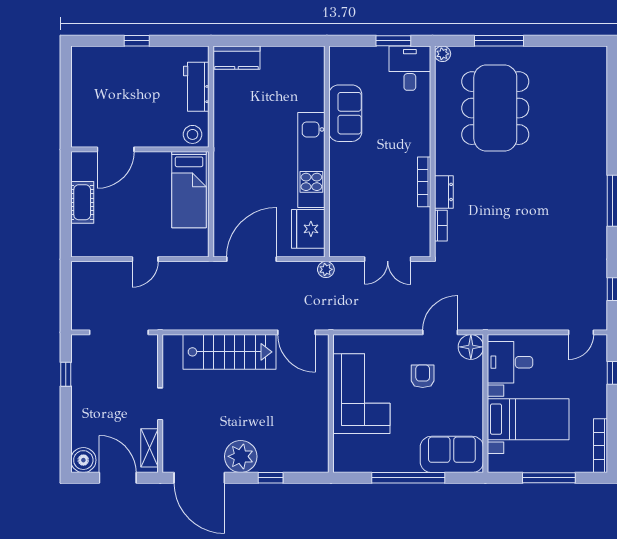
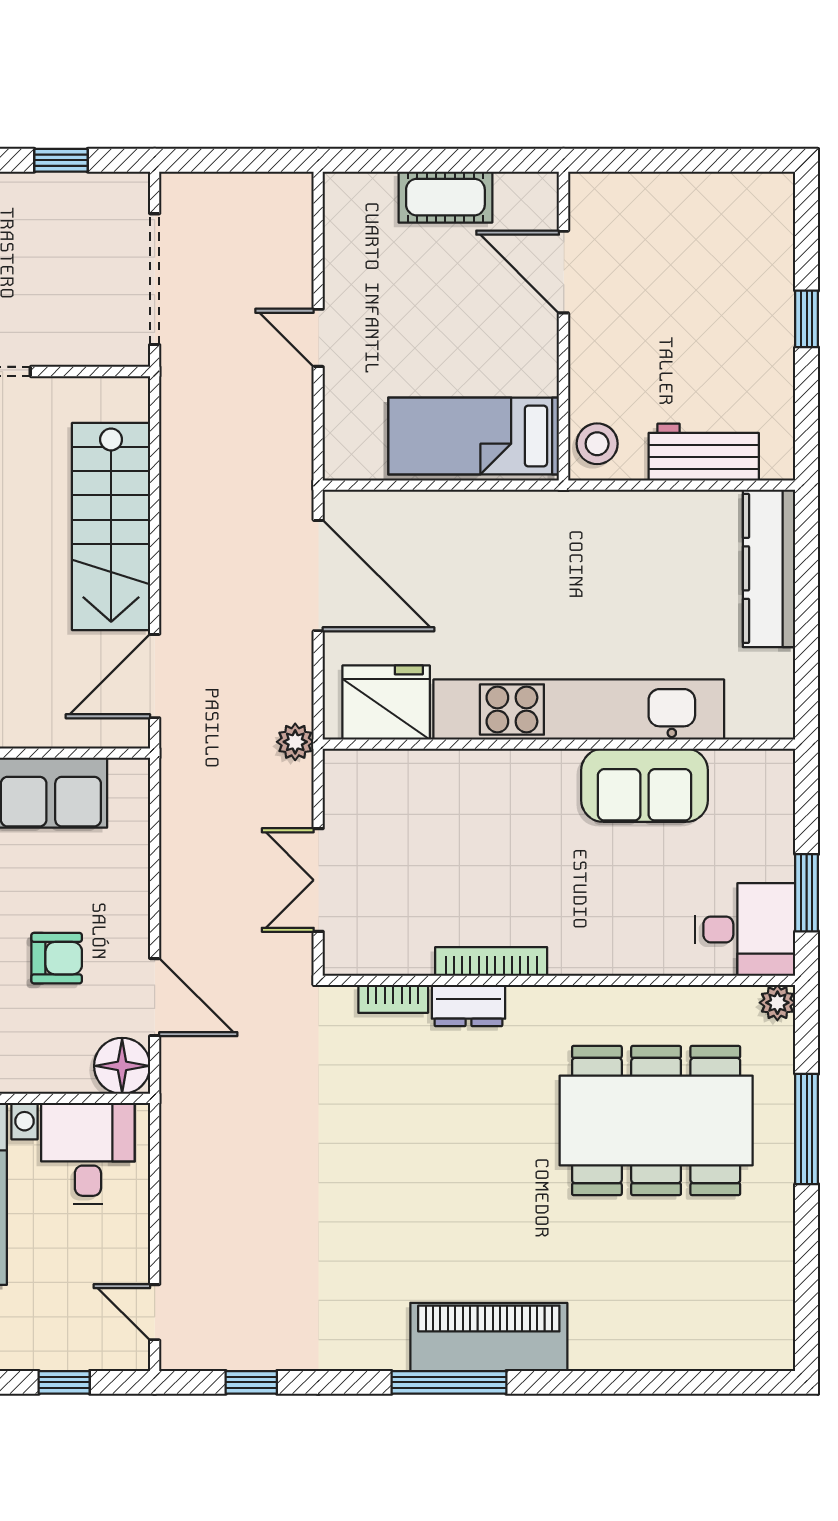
kitchen counter: (237, 58) -> (769, 568), width x1.50
kitchen unit: (311, 160) -> (579, 709), width x1.36
piano: (592, 183) -> (489, 1337), added

